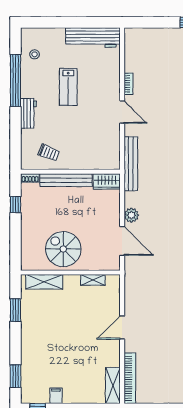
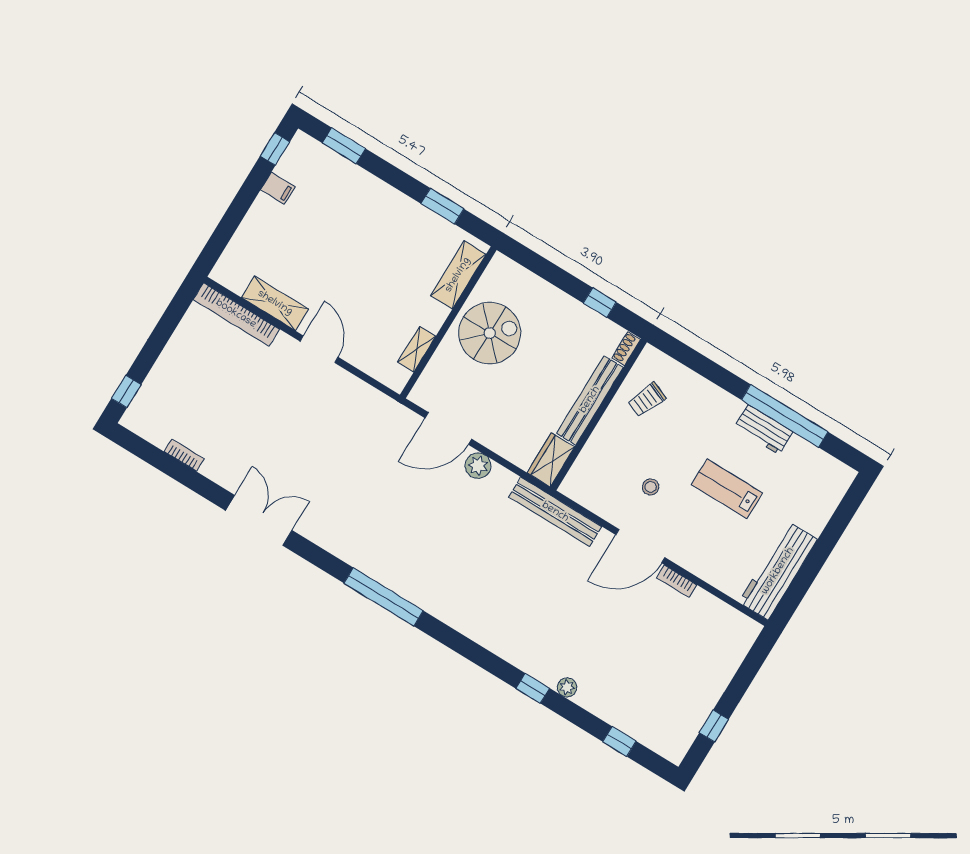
stool: (35, 54) -> (651, 487), moved
door: (122, 112) -> (640, 546), width x1.36
workbench: (28, 113) -> (764, 430), moved
shelving: (113, 386) -> (275, 303), moved

